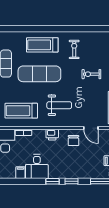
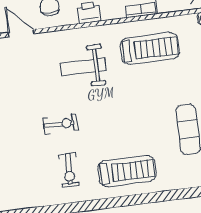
exercise mat: (39, 74) -> (126, 119), removed
exercise bike: (91, 74) -> (60, 124), moved

